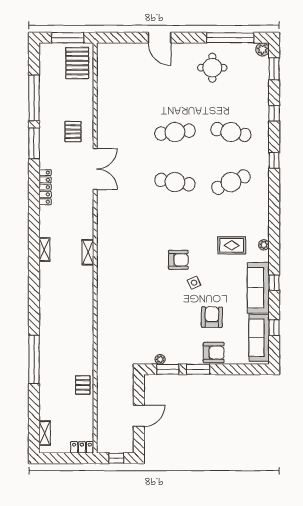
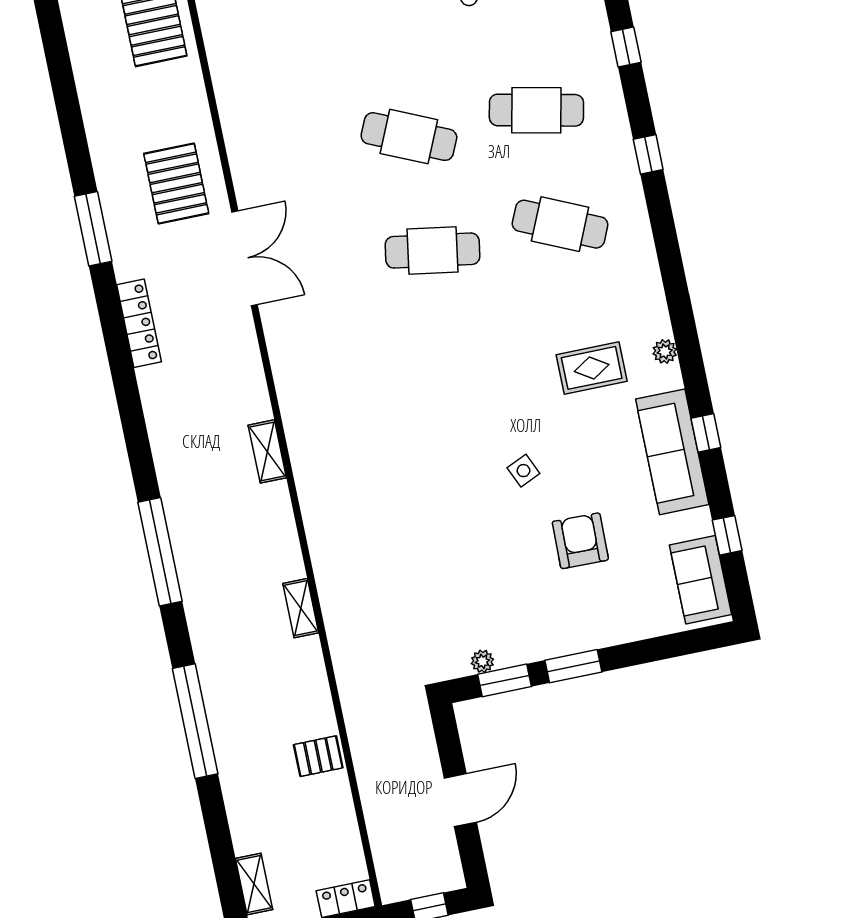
window: (34, 98) -> (160, 552), moved
pallet: (73, 132) -> (176, 183), width x1.50, depth x1.42
cafe table: (175, 132) -> (409, 137), turned 30
cafe table: (231, 182) -> (560, 224), turned 48
shelving: (44, 250) -> (301, 608), moved
armchair: (178, 260) -> (477, 426), removed
sofa: (259, 338) -> (701, 580), width x0.73
armchair: (214, 353) -> (601, 621), removed
pallet: (83, 385) -> (318, 756), turned 90

